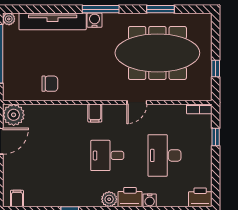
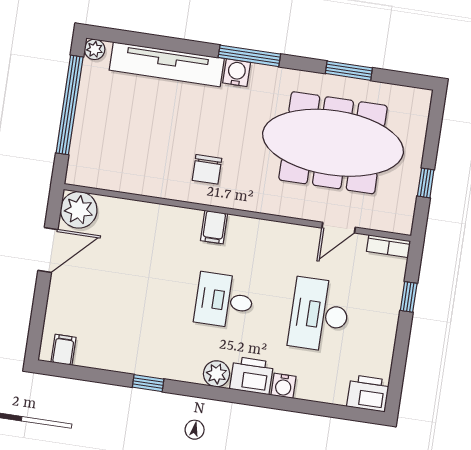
chair: (50, 84) -> (207, 169), moved, turned 90
door: (137, 102) -> (339, 228), moved

